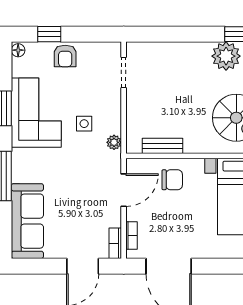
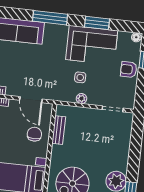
plant: (114, 142) -> (81, 99), moved
chair: (172, 180) -> (34, 134), turned 180

